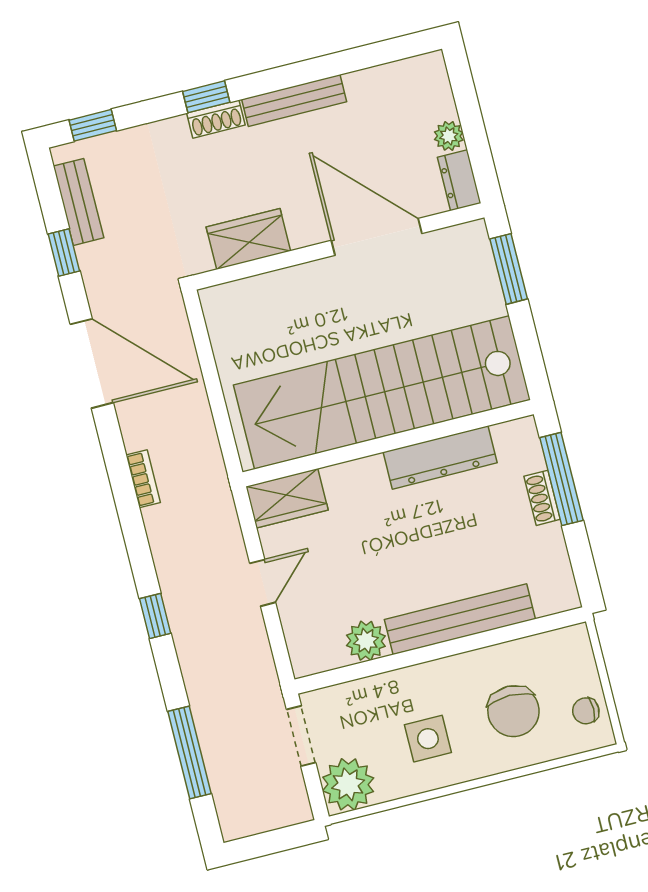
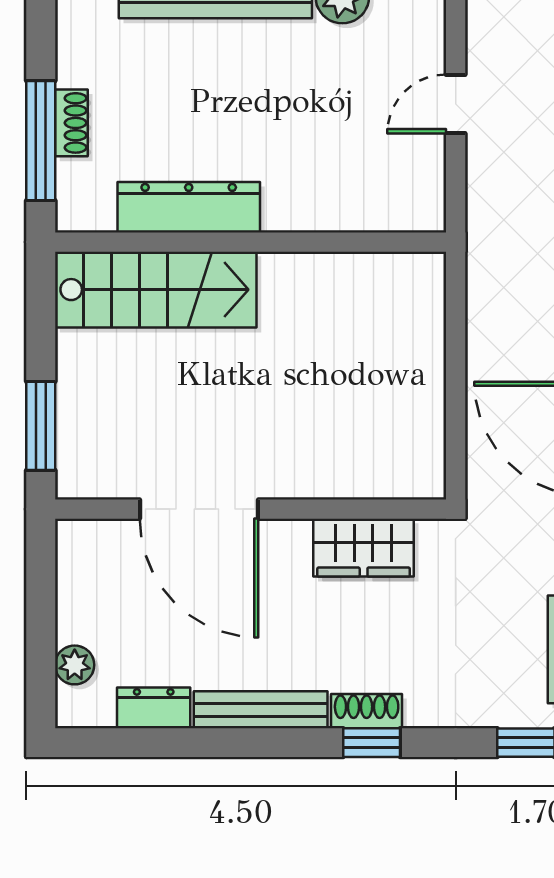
plant: (449, 136) -> (75, 665), moved
dresser: (459, 180) -> (154, 708), moved, turned -90
stairs: (382, 392) -> (156, 290), width x0.54, depth x0.66
wardrobe: (287, 498) -> (397, 204), removed

